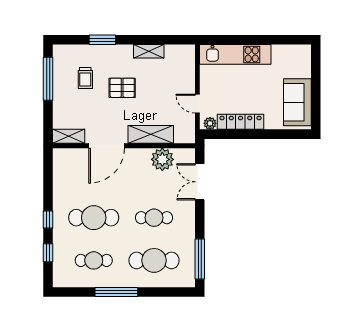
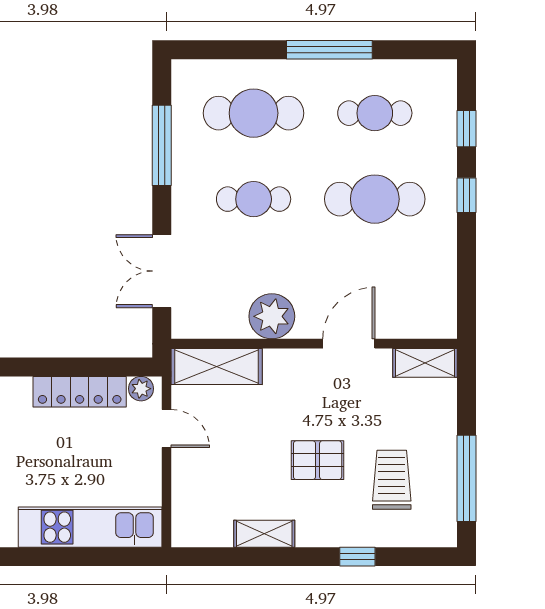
window: (102, 40) -> (357, 557), width x0.67
trolley: (85, 78) -> (392, 480), width x1.36, depth x1.39
shelving: (151, 134) -> (217, 367), moved
door: (107, 146) -> (349, 344), width x0.73
plant: (162, 159) -> (272, 316), moved
double door: (200, 182) -> (162, 271), swing flipped
window: (200, 259) -> (162, 145), moved

